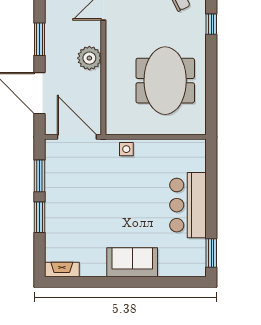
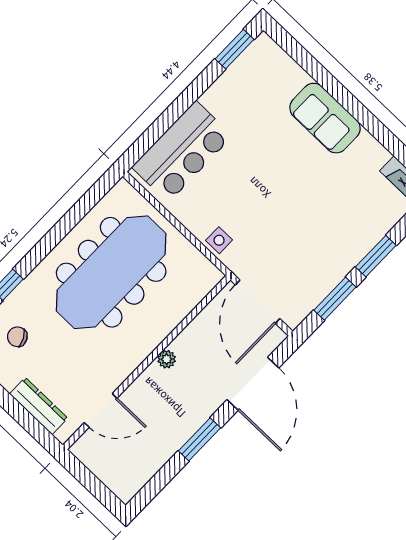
plant: (89, 58) -> (167, 359), width x0.53, depth x0.53
meeting table: (165, 81) -> (111, 272), width x1.36
bar counter: (188, 205) -> (182, 151), moved

